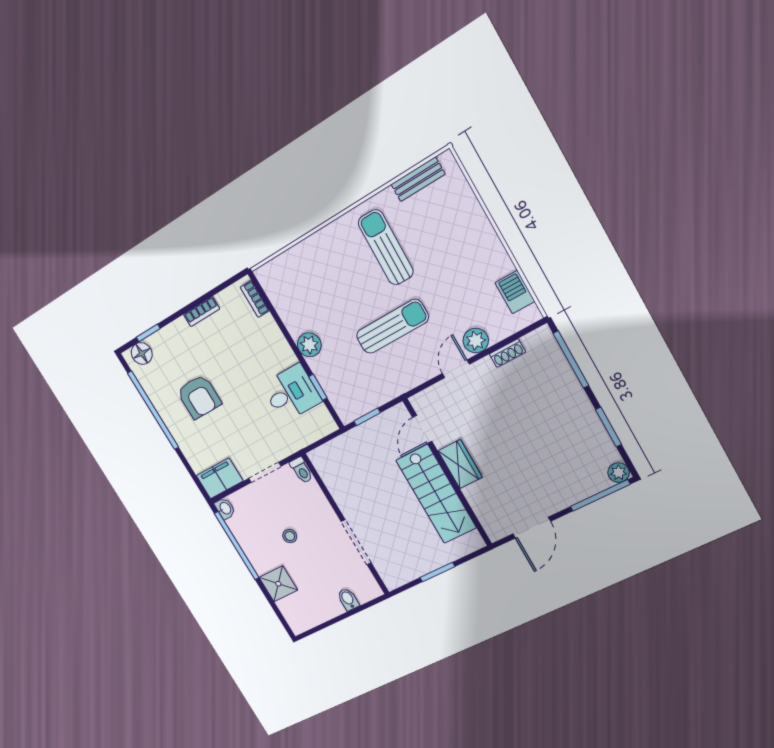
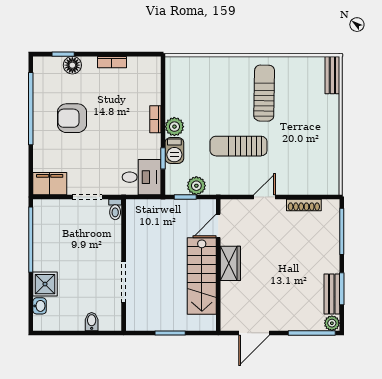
bench: (418, 179) -> (332, 75), moved, turned 90
barbecue: (515, 292) -> (174, 150), moved, turned 180
bookcase: (255, 299) -> (155, 119), moved
sun lounger: (392, 326) -> (239, 146), turned 180
plant: (476, 341) -> (196, 186), moved
floor lamp: (142, 353) -> (72, 65), moved
shoe rack: (507, 353) -> (304, 205), width x1.43
desk: (291, 393) -> (142, 177), moved
armchair: (199, 397) -> (72, 118), turned 90
bench: (600, 439) -> (332, 294), added
washbasin: (225, 508) -> (40, 306), moved
stool: (290, 536) -> (76, 253), removed

